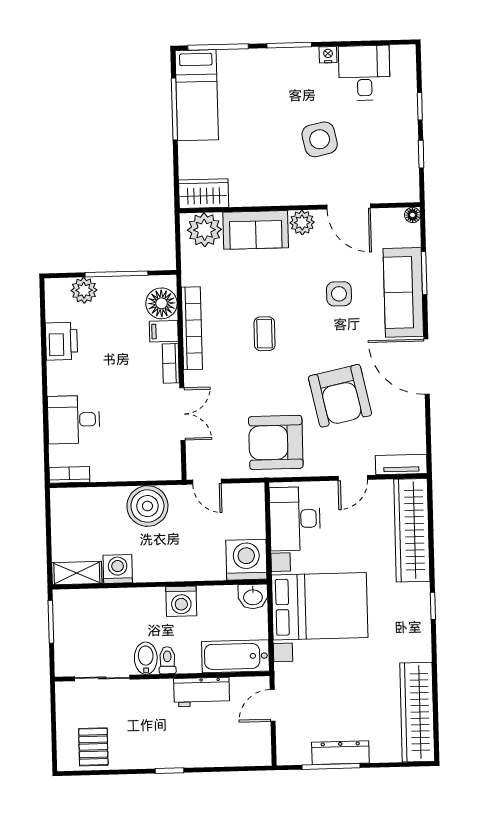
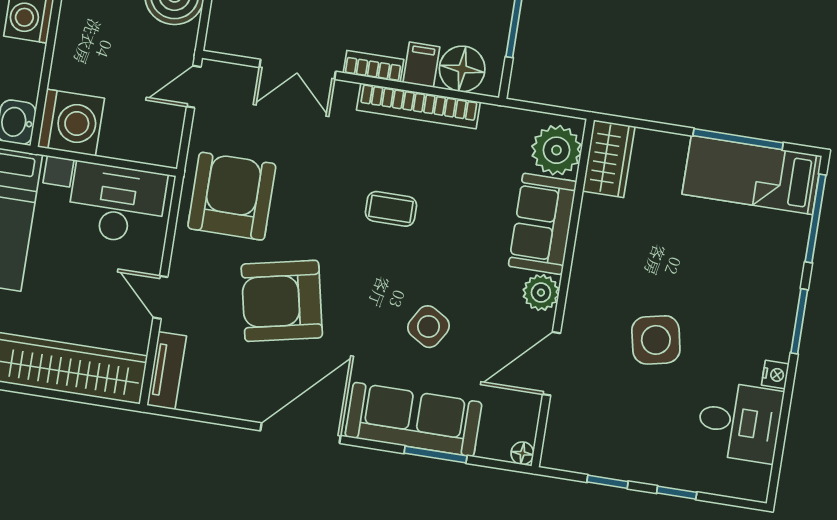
side table: (339, 294) -> (429, 327), turned 31

